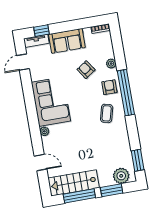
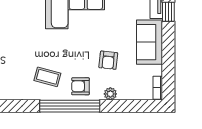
armchair: (86, 70) -> (108, 60), turned 130
armchair: (109, 87) -> (80, 86), turned 180

